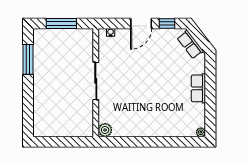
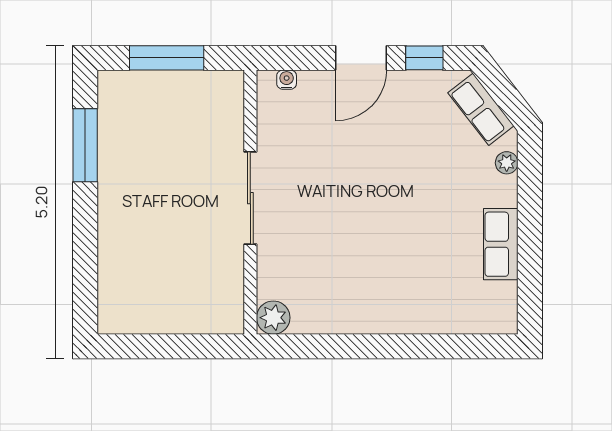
row of seats: (198, 88) -> (501, 244), moved
plant: (201, 132) -> (507, 163), moved

